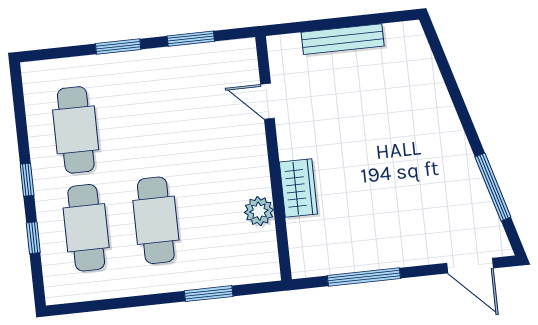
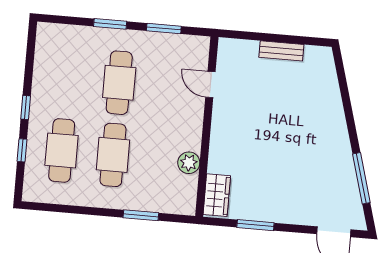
bench: (343, 39) -> (281, 51), width x0.73
cafe table: (76, 130) -> (119, 83), moved
wardrobe: (298, 188) -> (217, 195), moved
window: (364, 277) -> (255, 225), width x0.69

